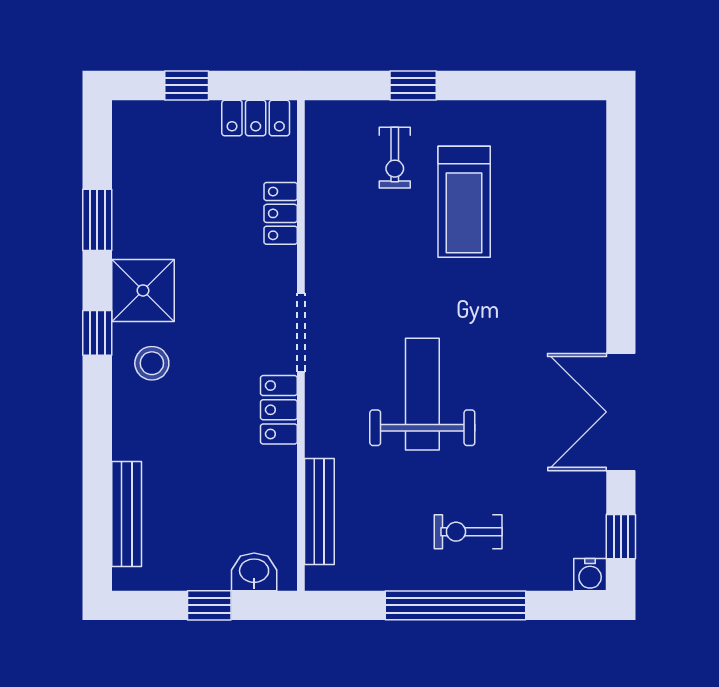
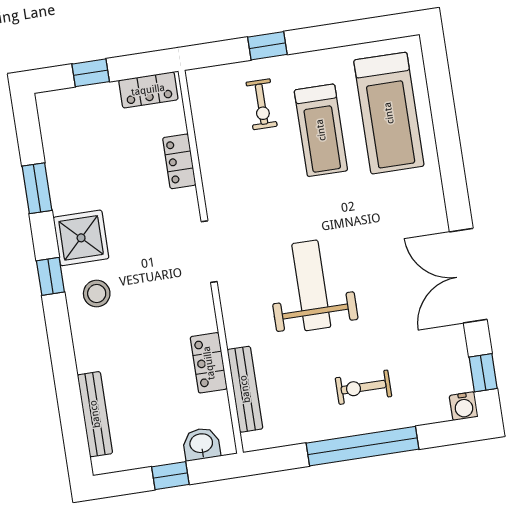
treadmill: (552, 193) -> (389, 113), added
locker: (279, 410) -> (209, 363), moved

